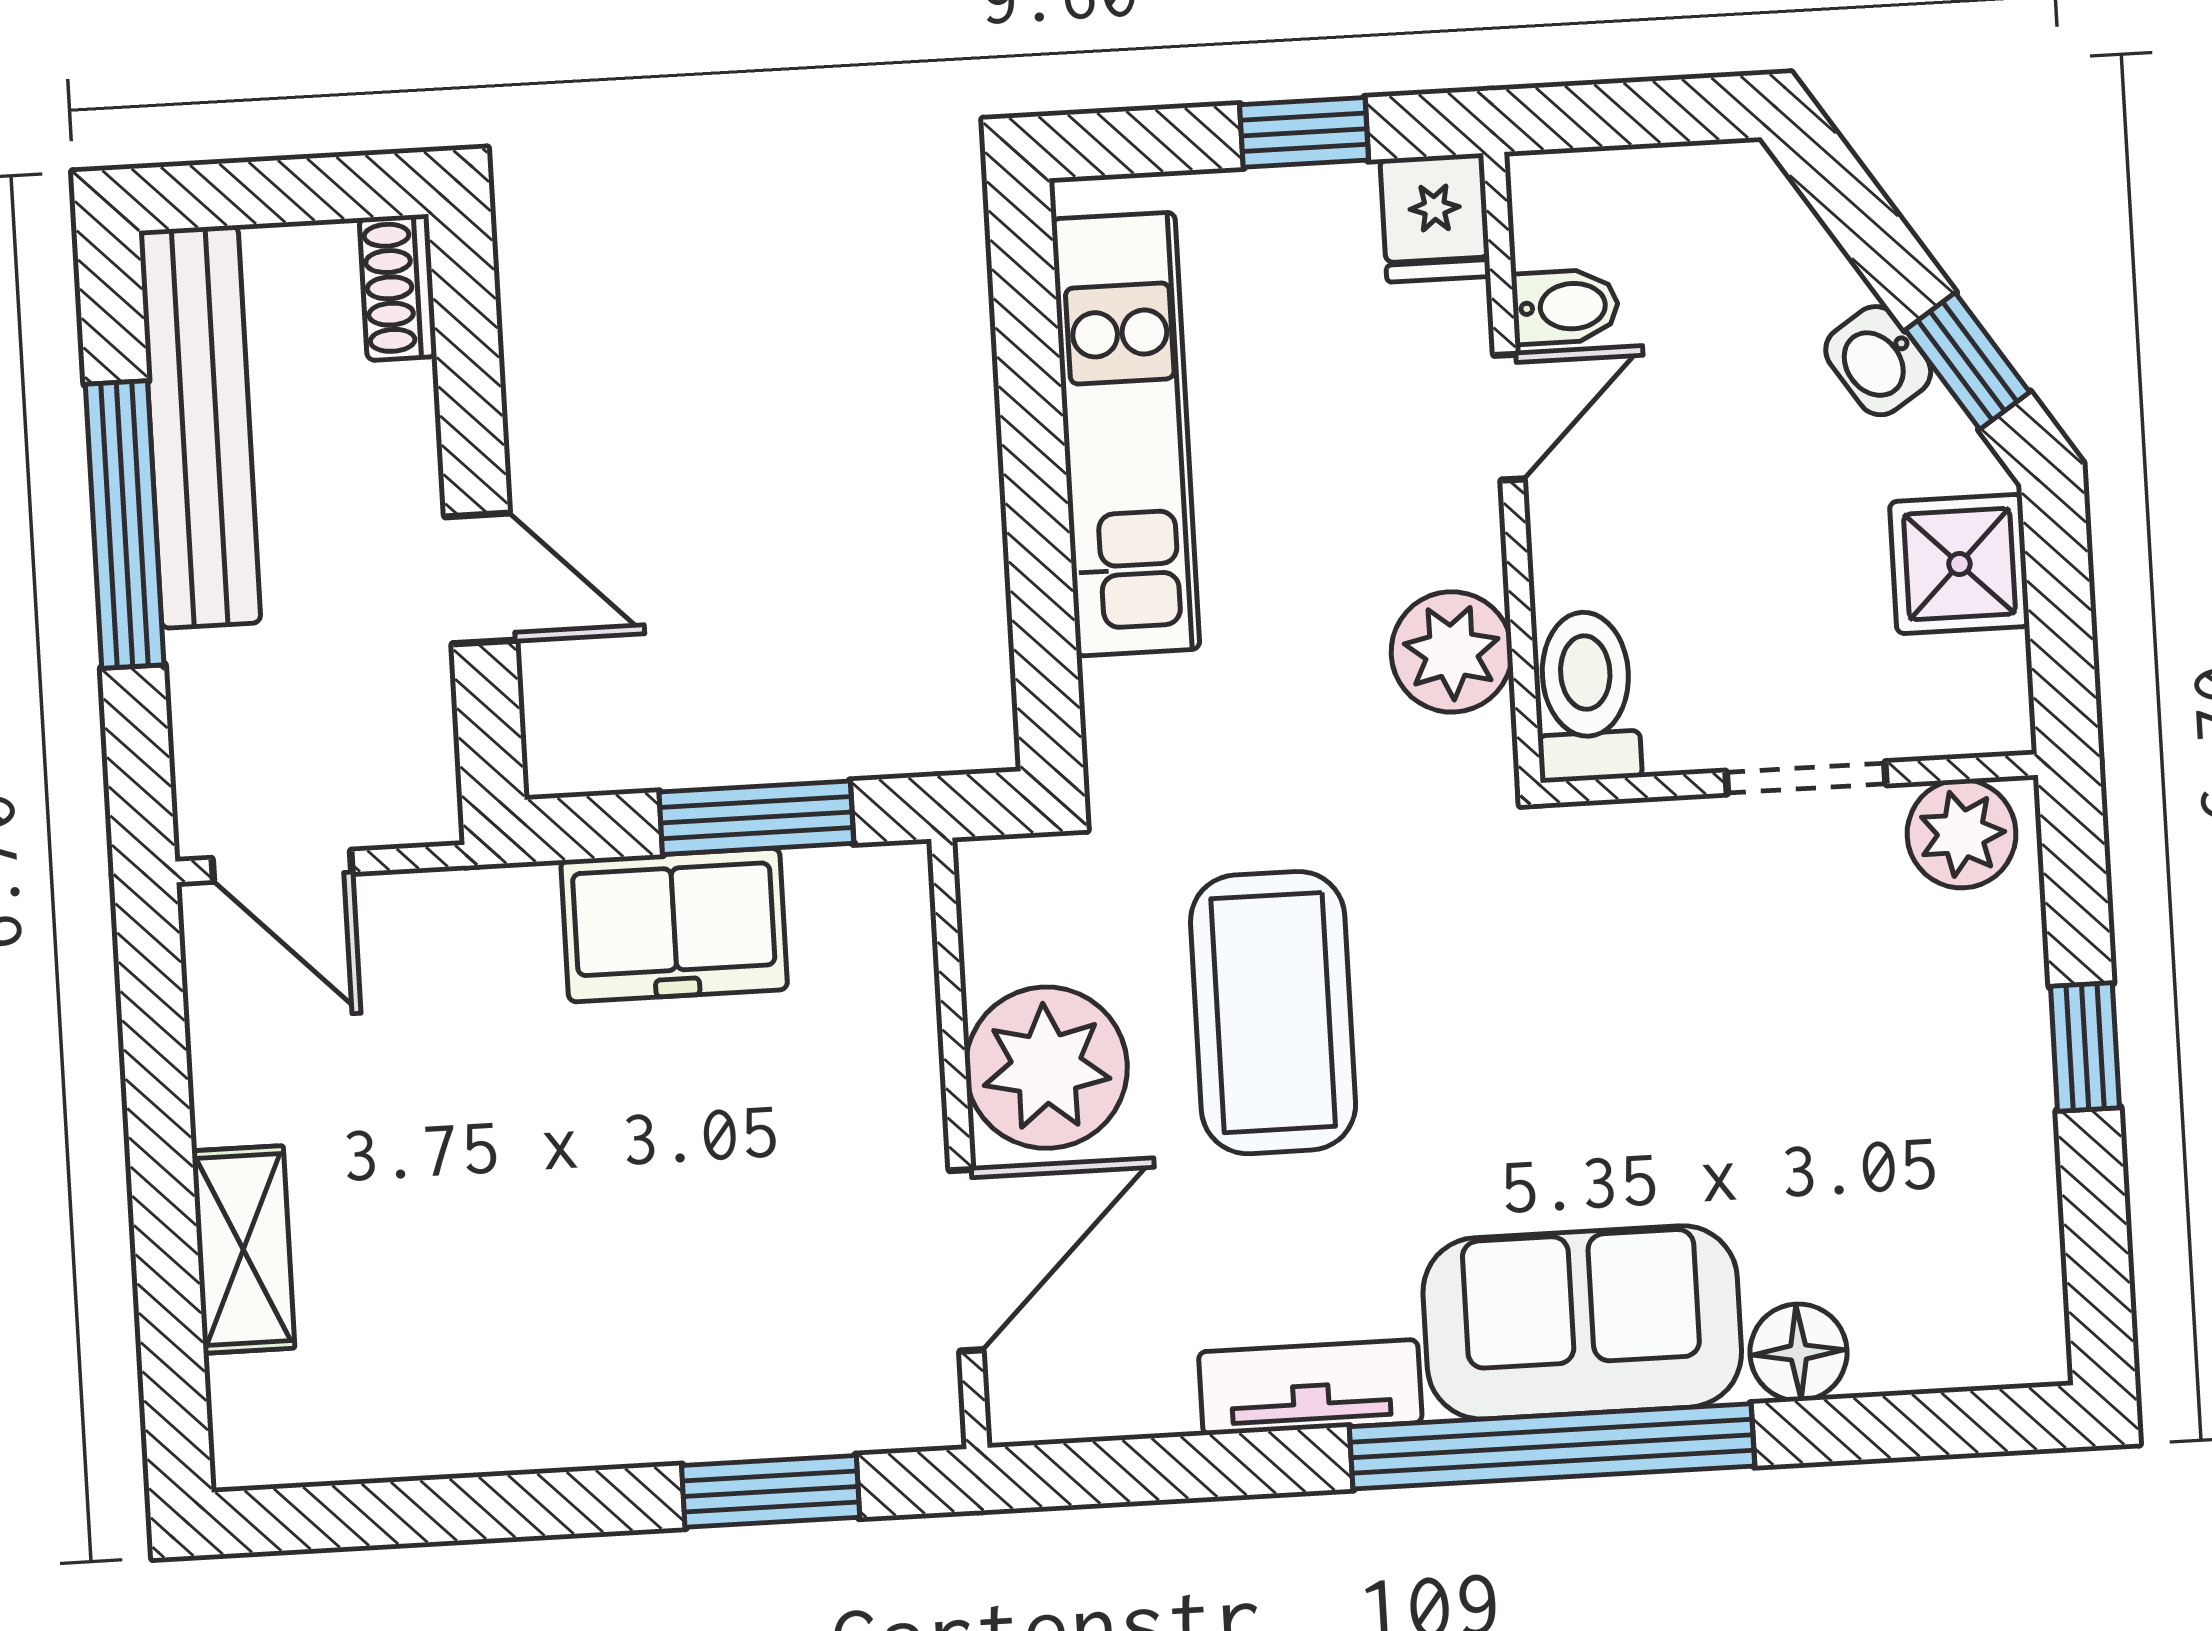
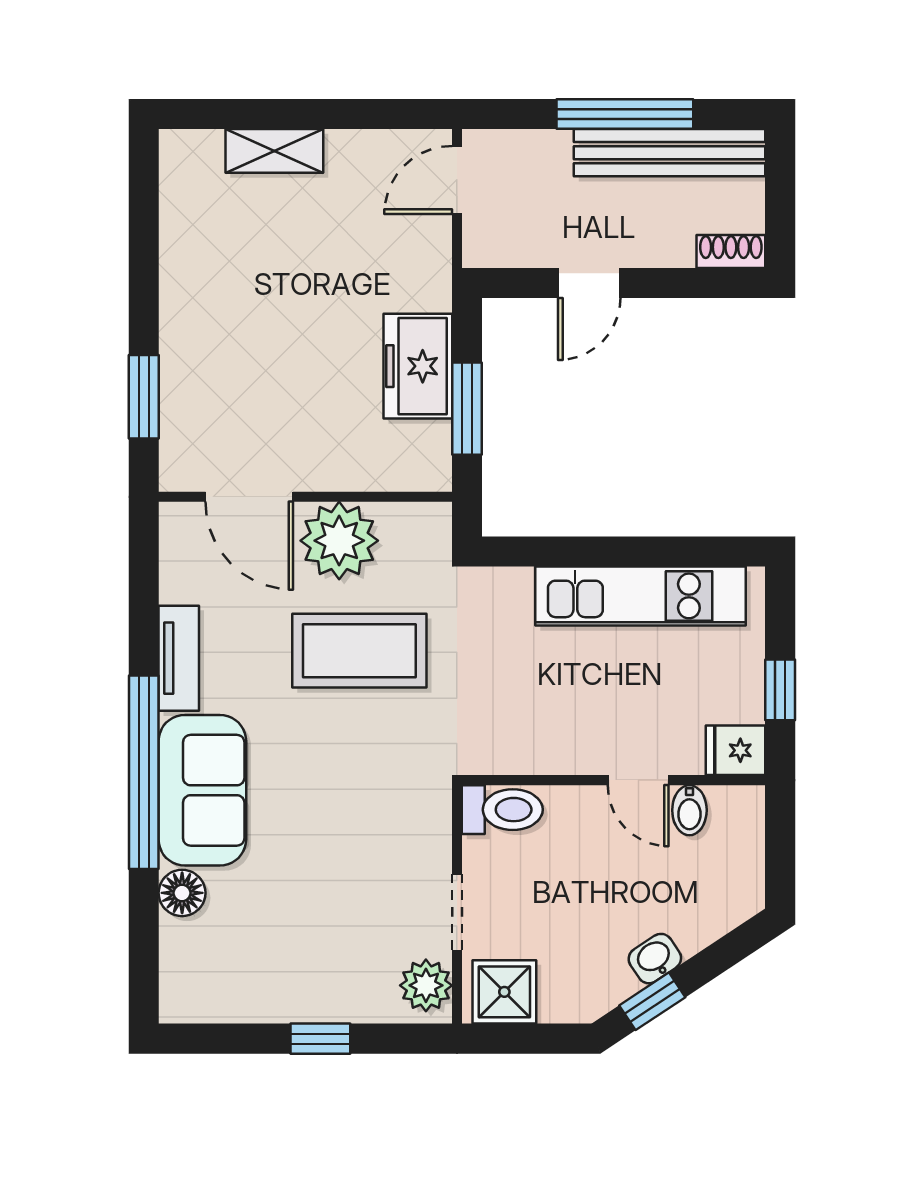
shower: (1959, 564) -> (504, 992), moved
plant: (1452, 652) -> (527, 746), removed

